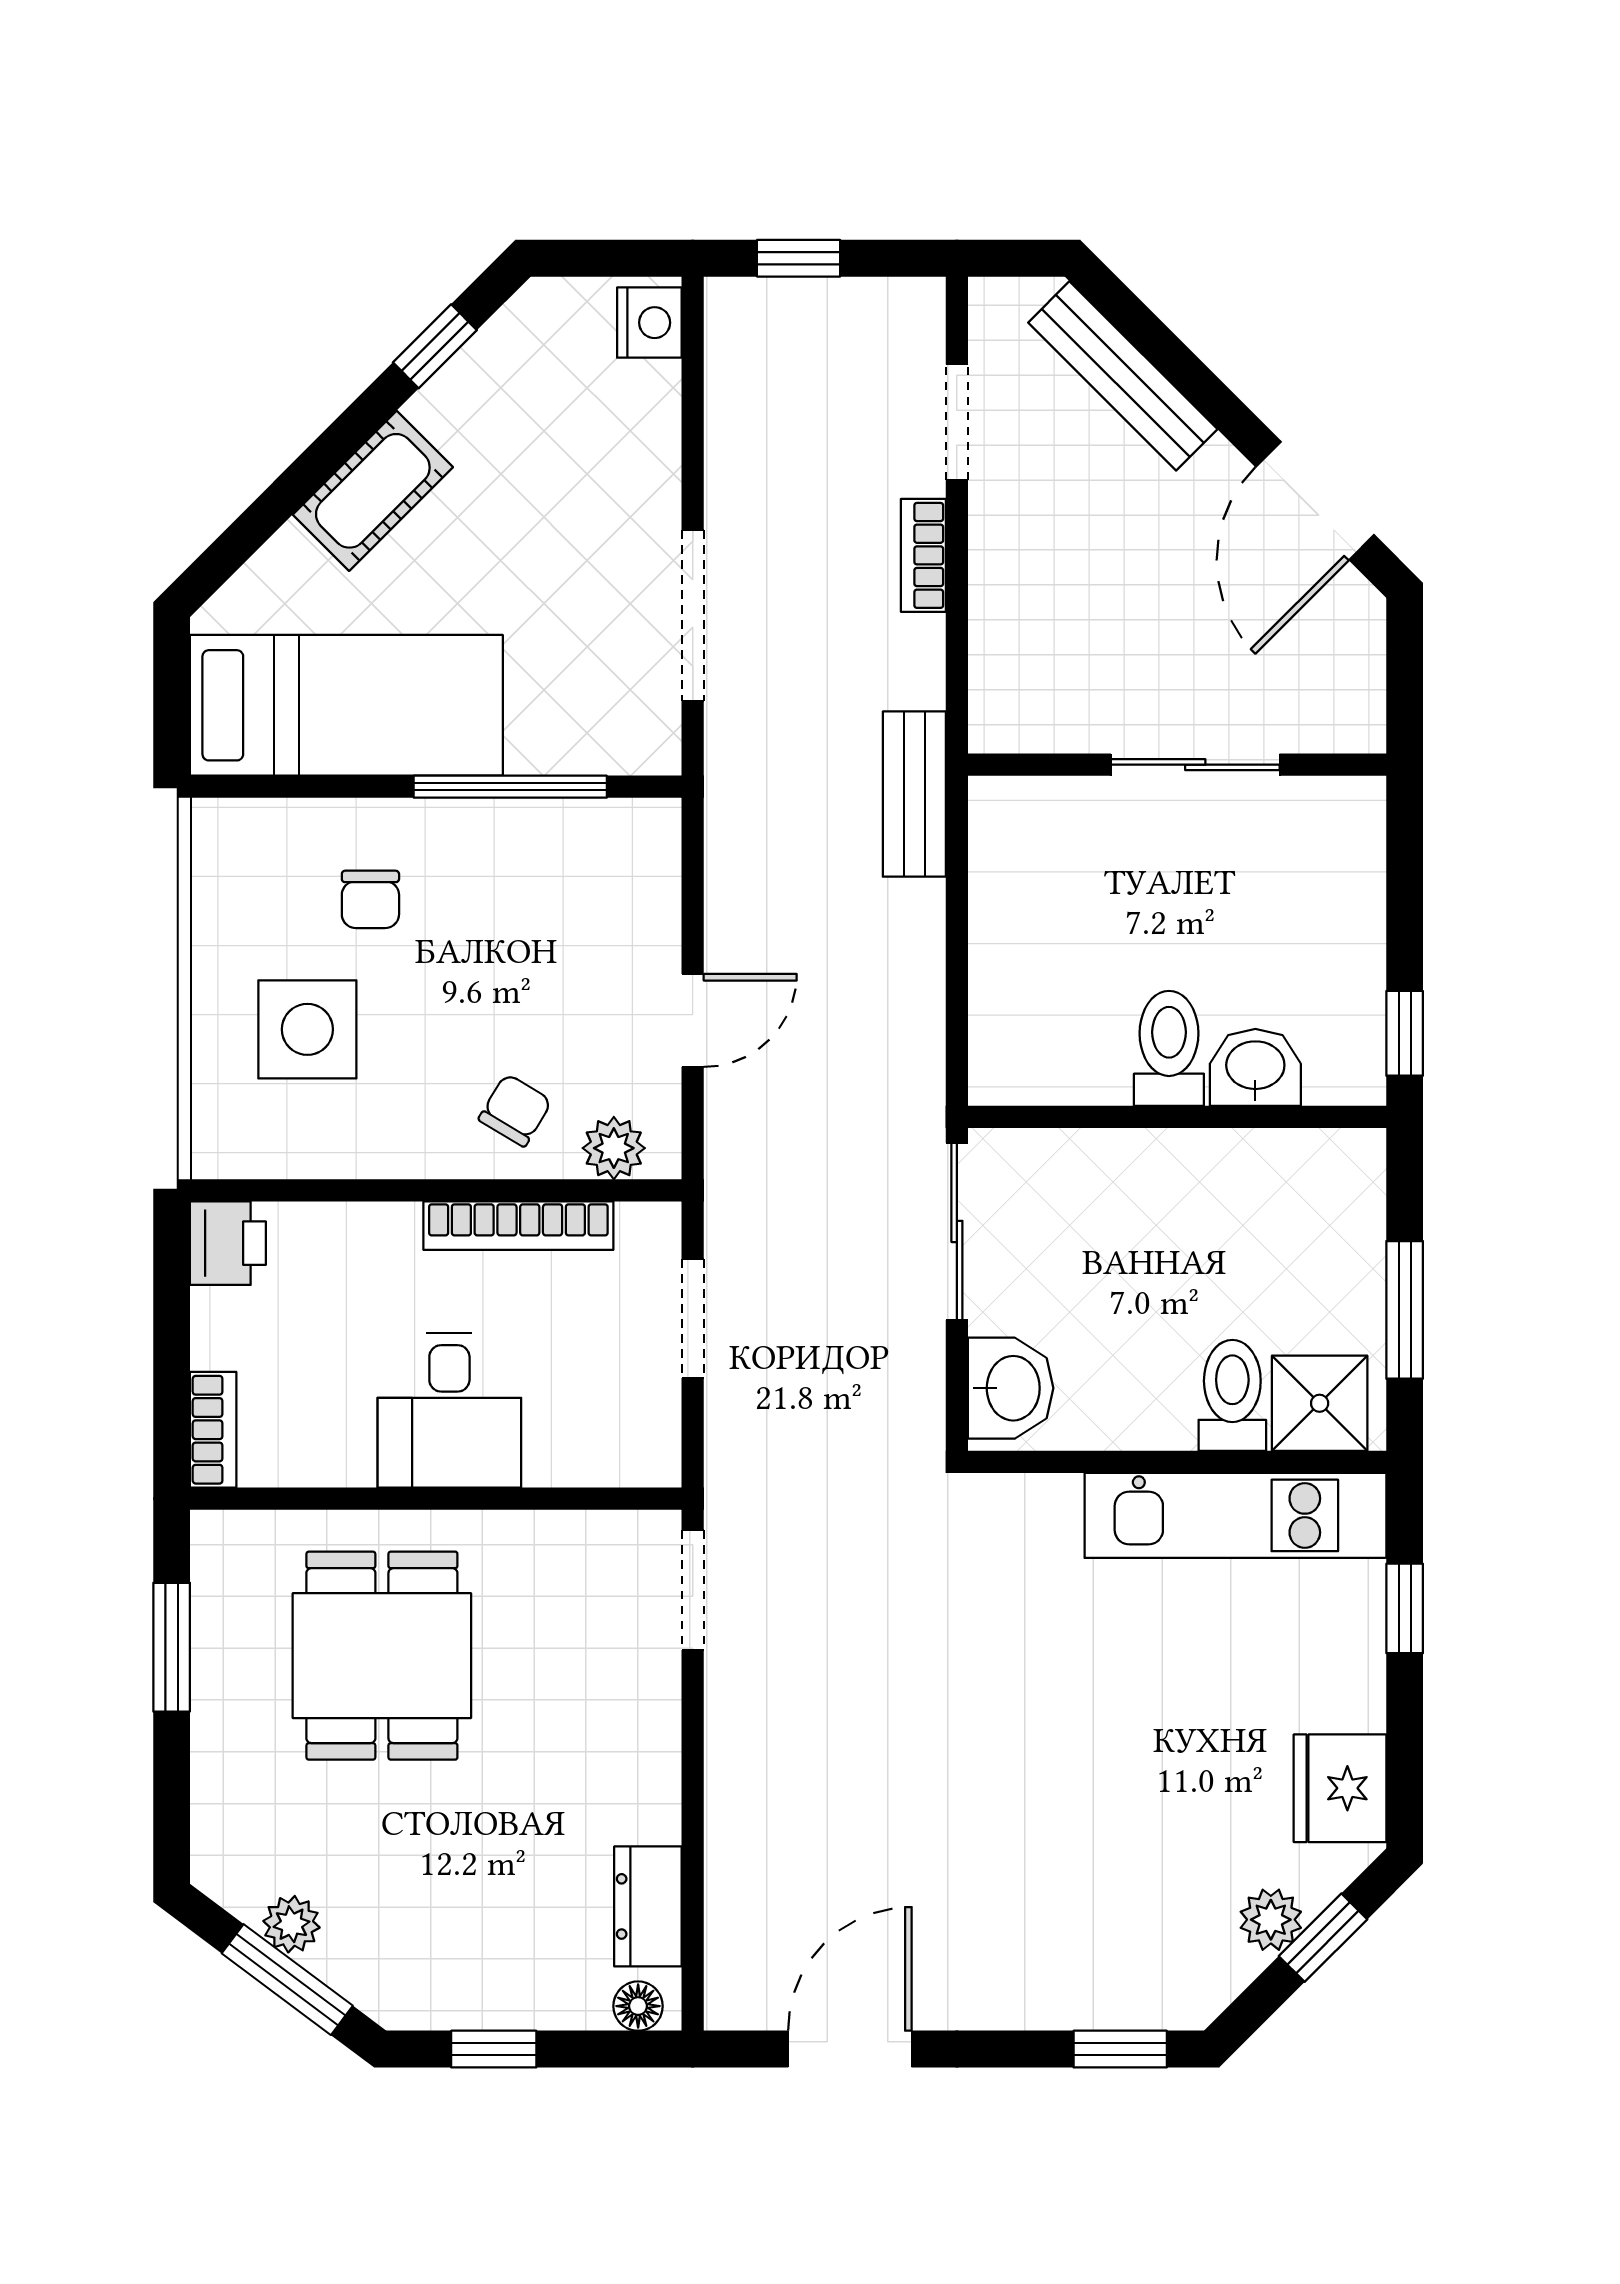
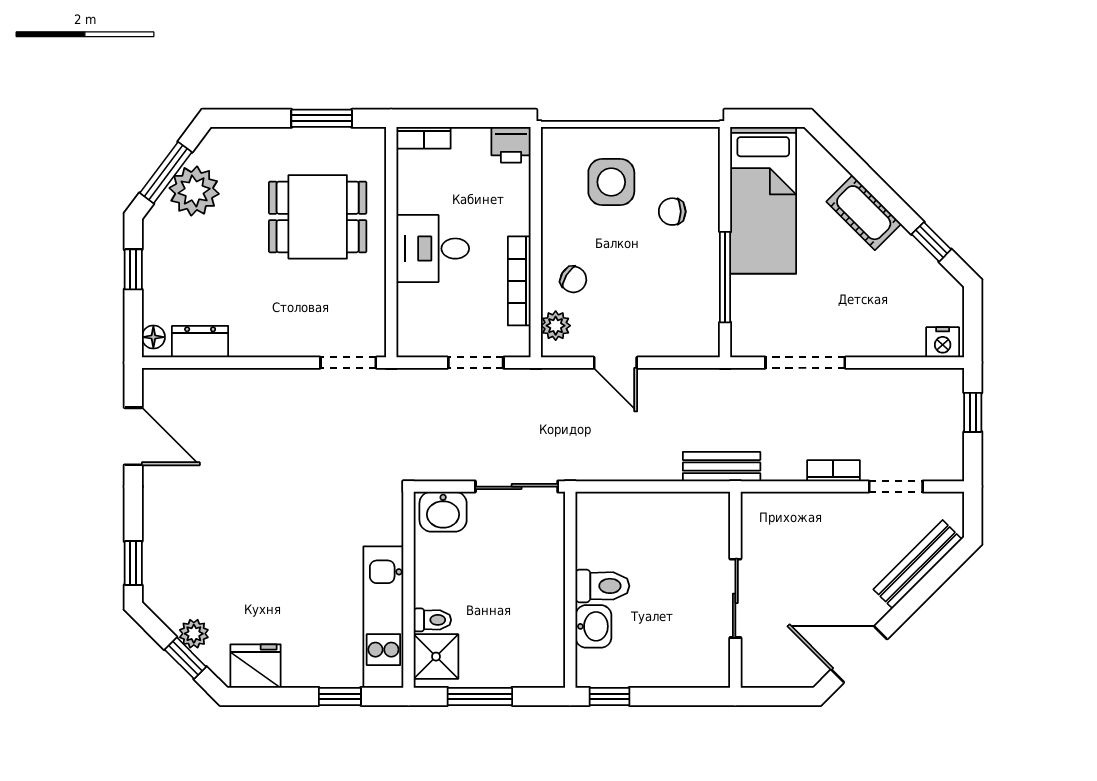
toilet: (1232, 1395) -> (432, 620), width x0.73, depth x0.72
plant: (291, 1924) -> (194, 191), width x1.88, depth x1.88

